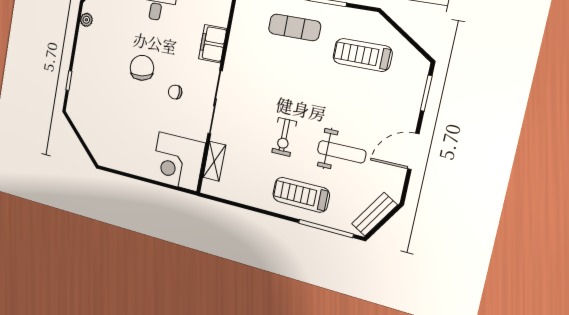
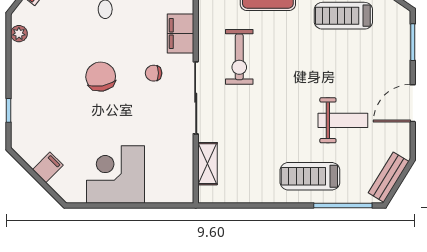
chair: (175, 92) -> (154, 73), moved
filing cabinet: (90, 133) -> (48, 167), added
exercise bike: (284, 137) -> (239, 57), moved, width x1.38, depth x1.39
corner desk: (178, 162) -> (116, 174), moved, turned 90

